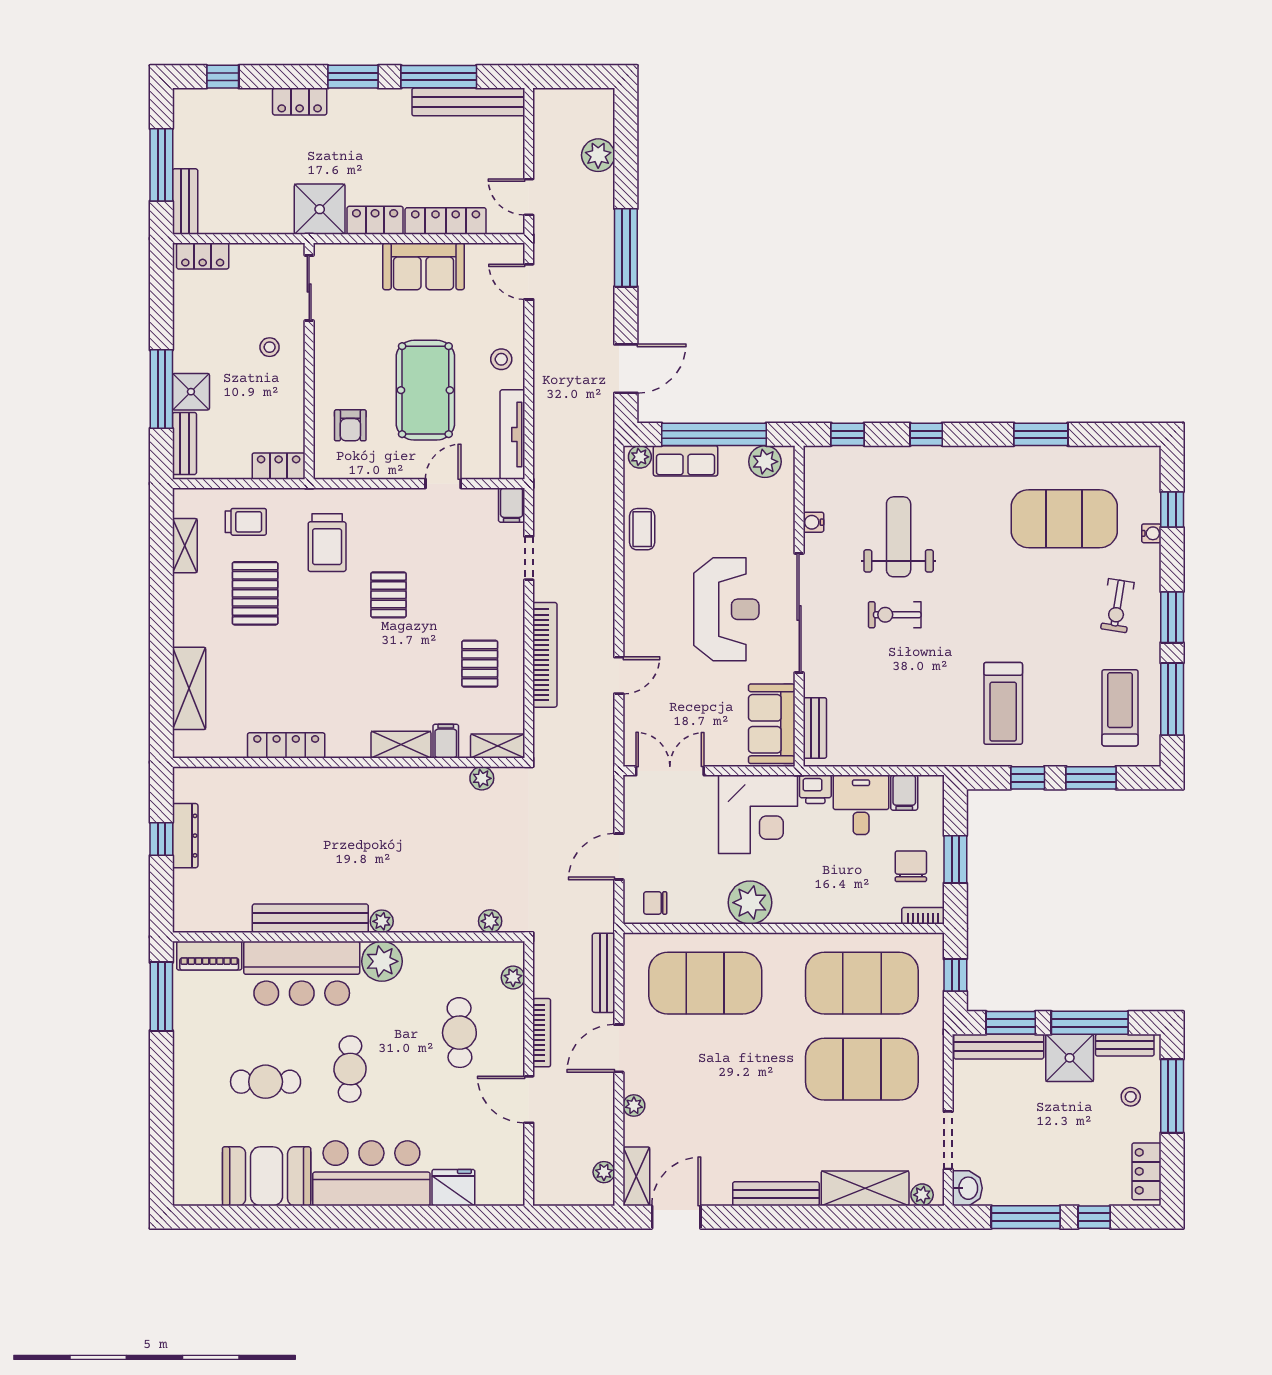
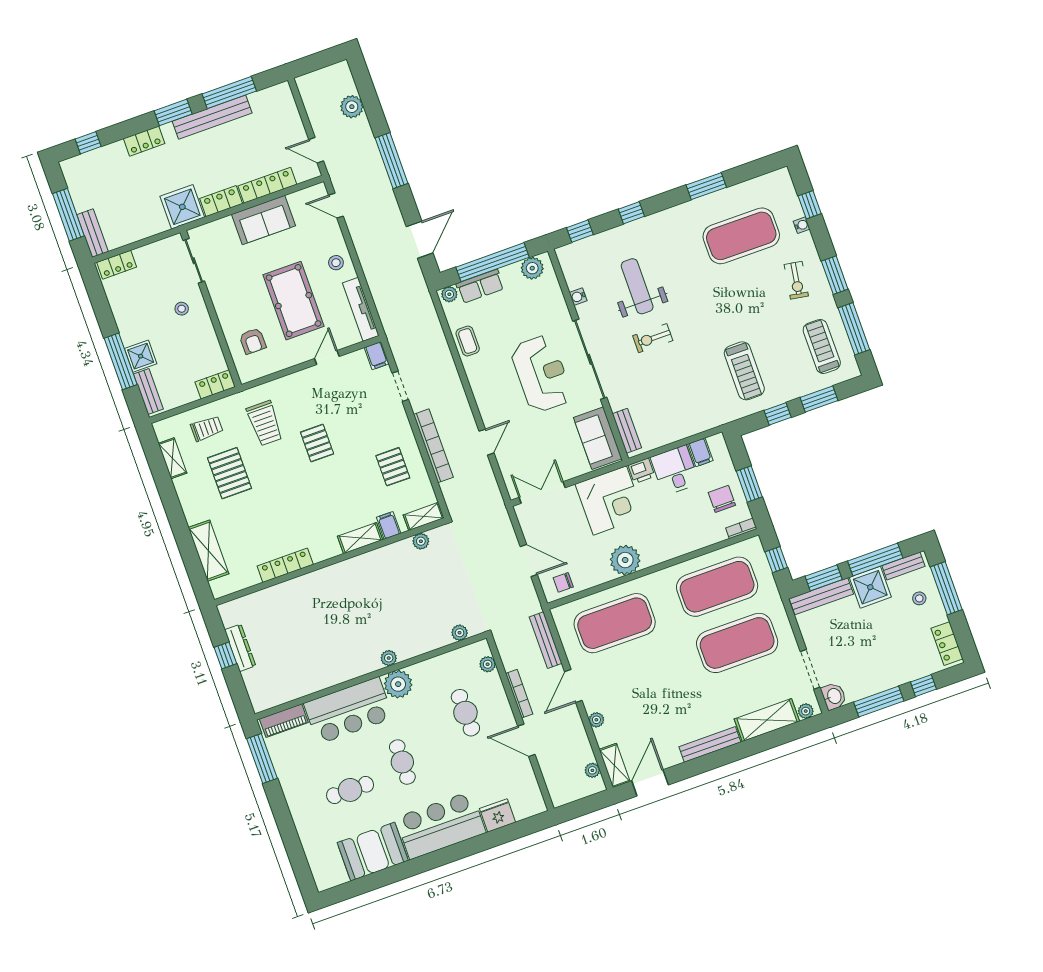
bench: (468, 102) -> (212, 117), moved
door: (619, 857) -> (529, 561), swing flipped
bench: (310, 918) -> (341, 673), removed

